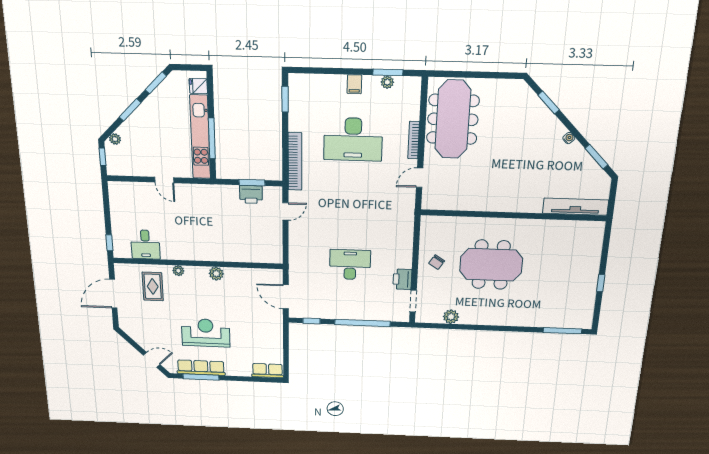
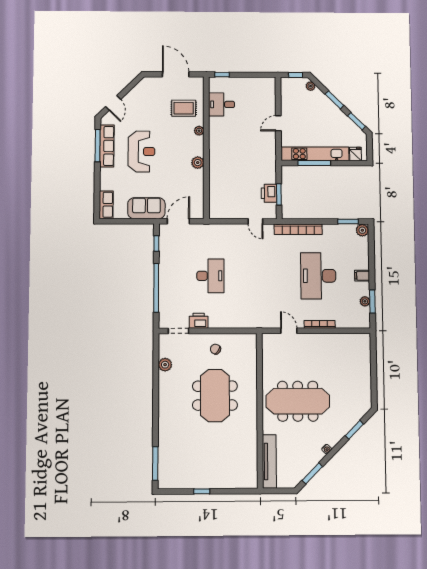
plant: (296, 81) -> (362, 230), added
meeting table: (453, 119) -> (298, 401), moved
sofa: (271, 330) -> (146, 208), added

